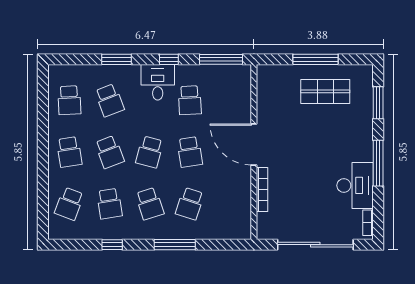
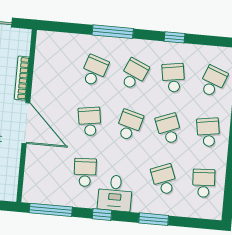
school desk: (150, 204) -> (134, 74), turned 42

